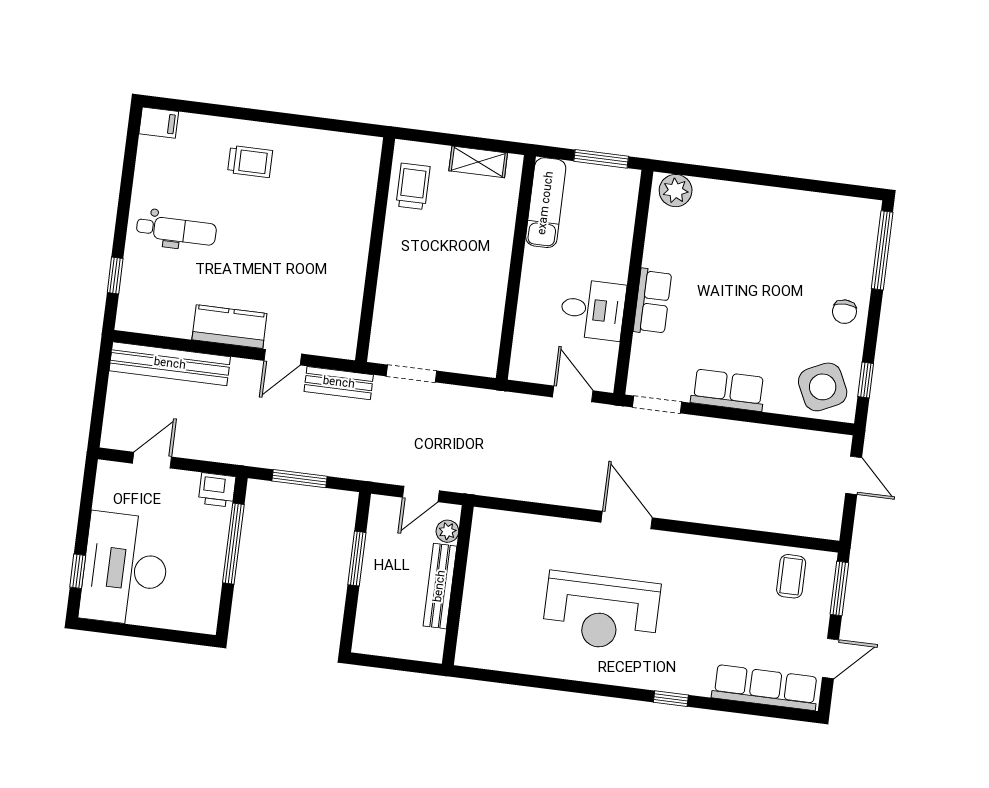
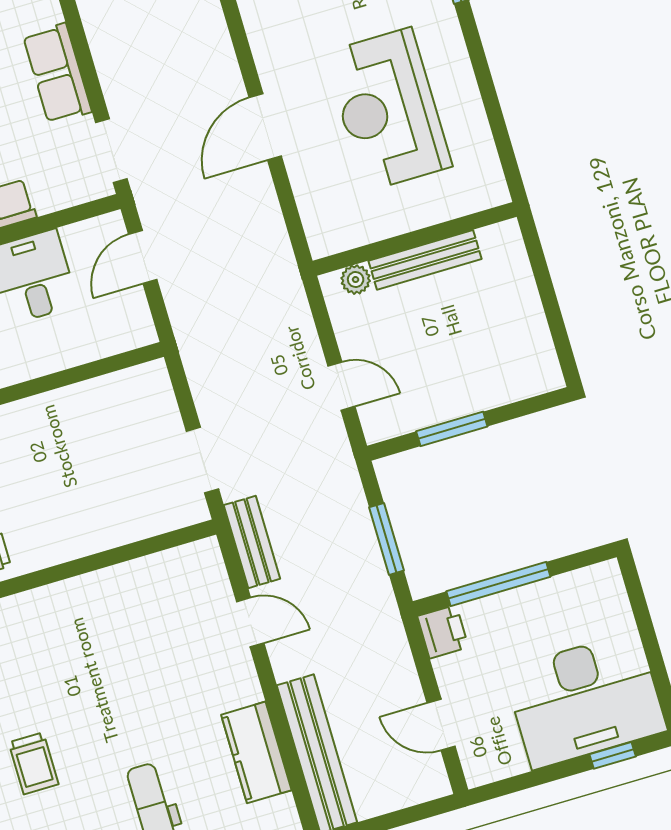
trolley: (250, 161) -> (34, 763), turned 180
kitchen counter: (229, 327) -> (256, 752), moved
plant: (447, 531) -> (356, 280), moved
wall: (458, 585) -> (415, 239), moved
bench: (440, 586) -> (425, 260), moved
reception desk: (601, 612) -> (388, 110), turned 180

